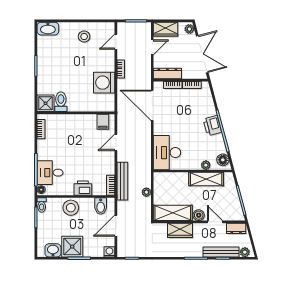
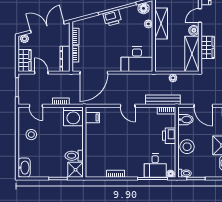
toilet: (61, 102) -> (74, 156), moved
shower: (46, 103) -> (76, 170), moved
wall: (76, 113) -> (84, 142), moved
filing cabinet: (103, 122) -> (92, 118), moved

